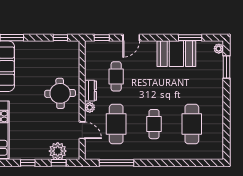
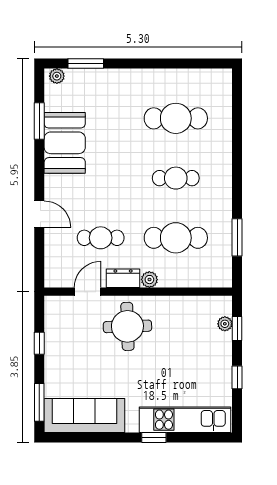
window: (60, 38) -> (39, 343), moved
window: (102, 38) -> (39, 260), removed
door: (82, 130) -> (88, 292), moved
plant: (58, 151) -> (225, 324), width x0.53, depth x0.53
window: (116, 163) -> (237, 237), width x0.69

